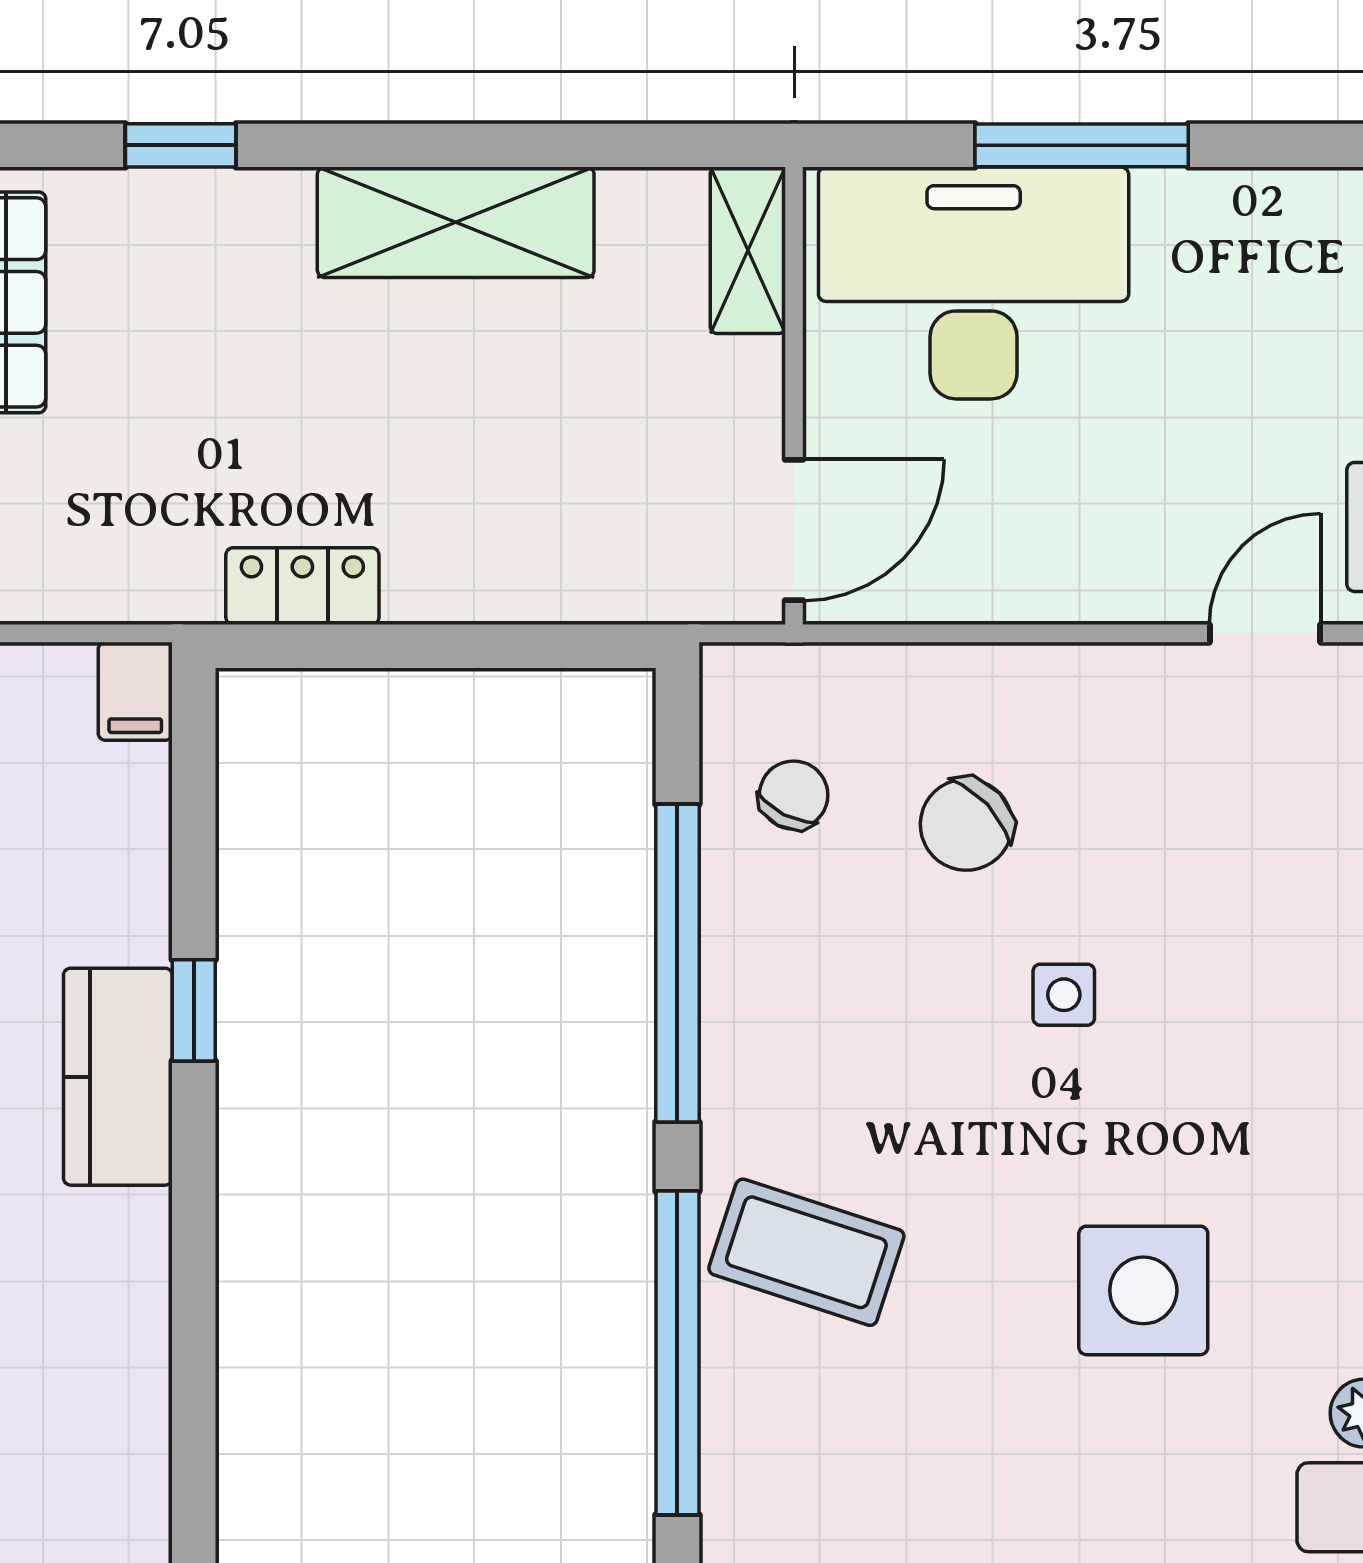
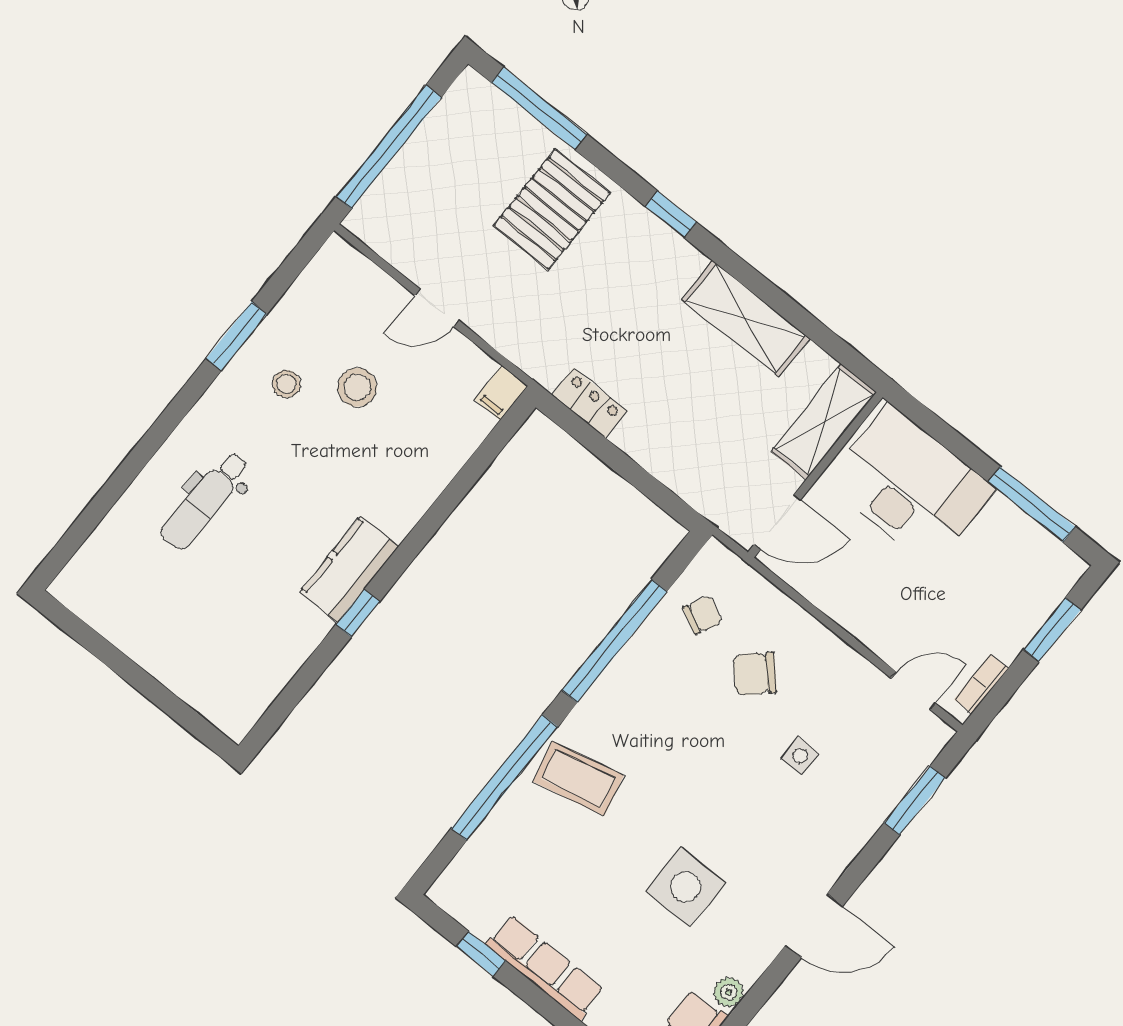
window: (1082, 145) -> (1032, 504), moved
shelving: (748, 250) -> (824, 422), width x1.50, depth x1.33
side table: (1064, 995) -> (800, 756), moved
window: (194, 1010) -> (358, 613), moved
kitchen counter: (118, 1077) -> (349, 569), moved
coffee table: (806, 1252) -> (578, 779), turned -31

